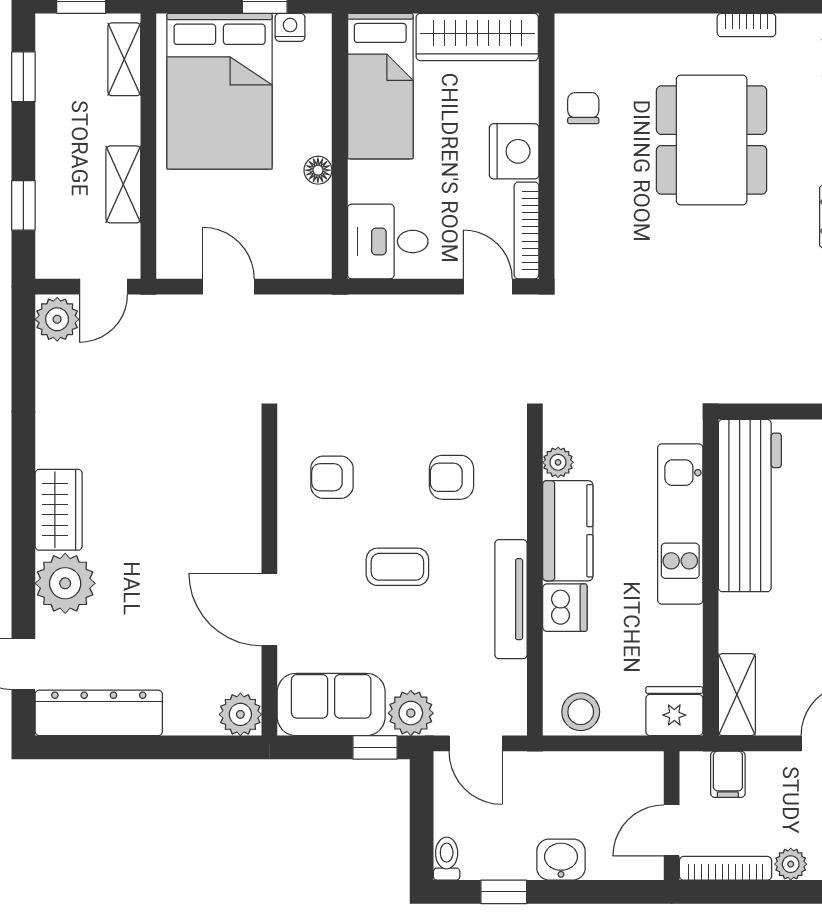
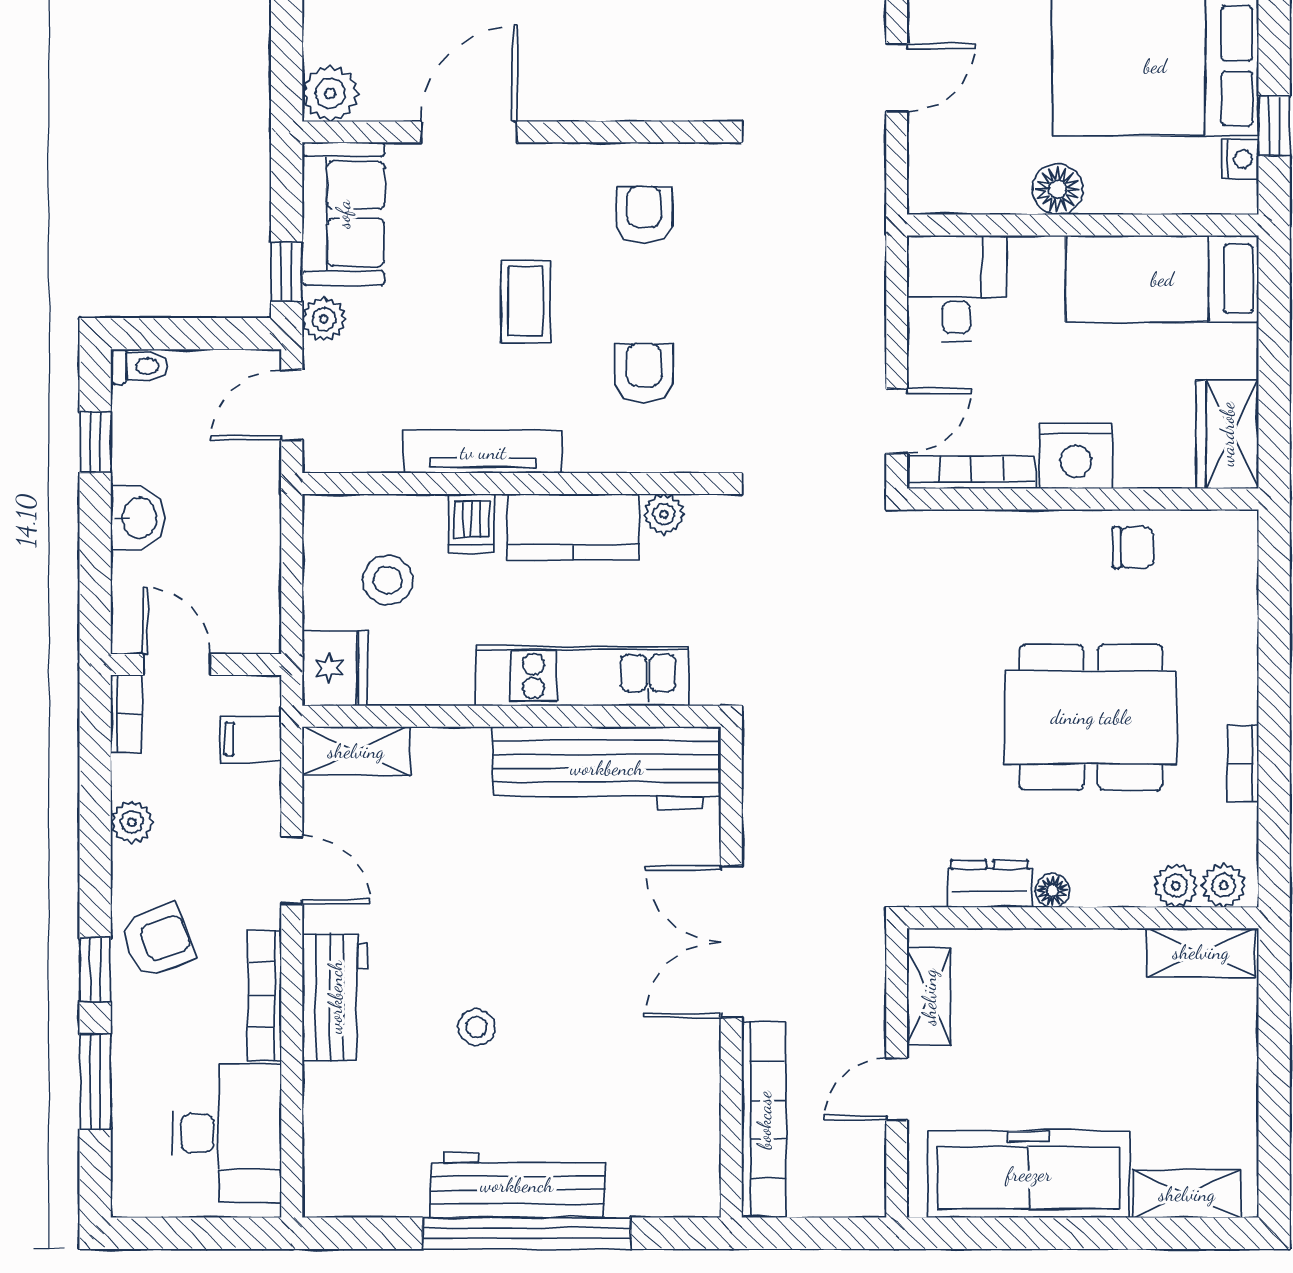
wardrobe: (477, 37) -> (1227, 434), width x0.67
floor lamp: (318, 170) -> (1058, 189), width x1.37, depth x1.37
dishwasher: (565, 608) -> (472, 523), width x0.73
stool: (581, 712) -> (388, 580), moved
plant: (411, 713) -> (324, 319), width x0.73, depth x0.73
bookcase: (725, 868) -> (126, 714), width x0.64

